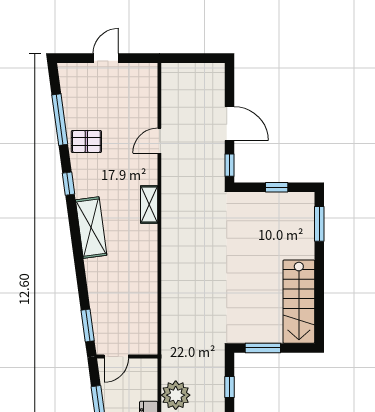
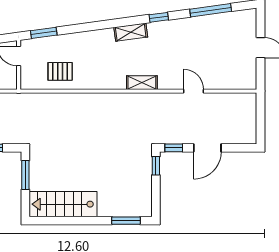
pallet: (86, 141) -> (60, 71), moved, turned 90
window: (277, 187) -> (156, 166), moved
shelving: (91, 228) -> (131, 32), width x0.67, depth x0.75

